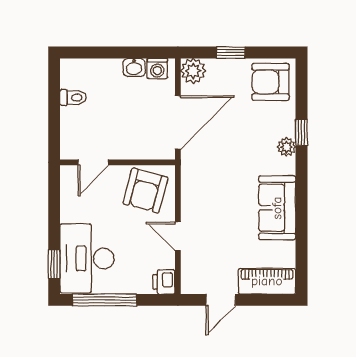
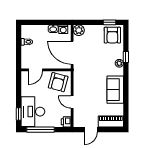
window: (231, 53) -> (109, 22), moved
armchair: (271, 82) -> (112, 35), turned -90
door: (178, 122) -> (72, 53), swing flipped

